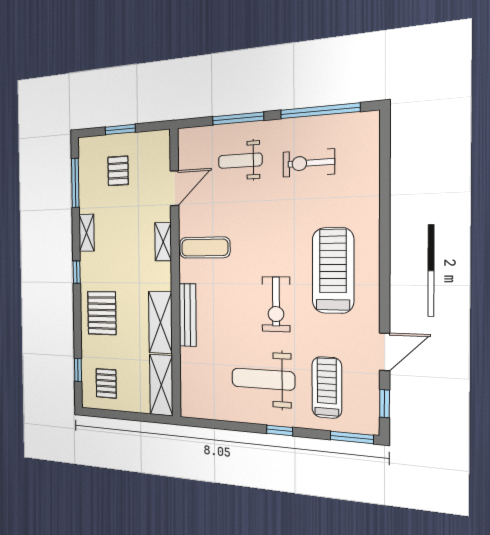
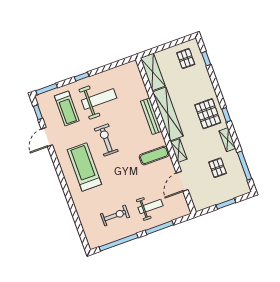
pallet: (118, 171) -> (218, 168), moved
treadmill: (333, 270) -> (84, 167), turned 180
pallet: (102, 313) -> (208, 114), moved
shelving: (160, 322) -> (168, 114), width x1.47

